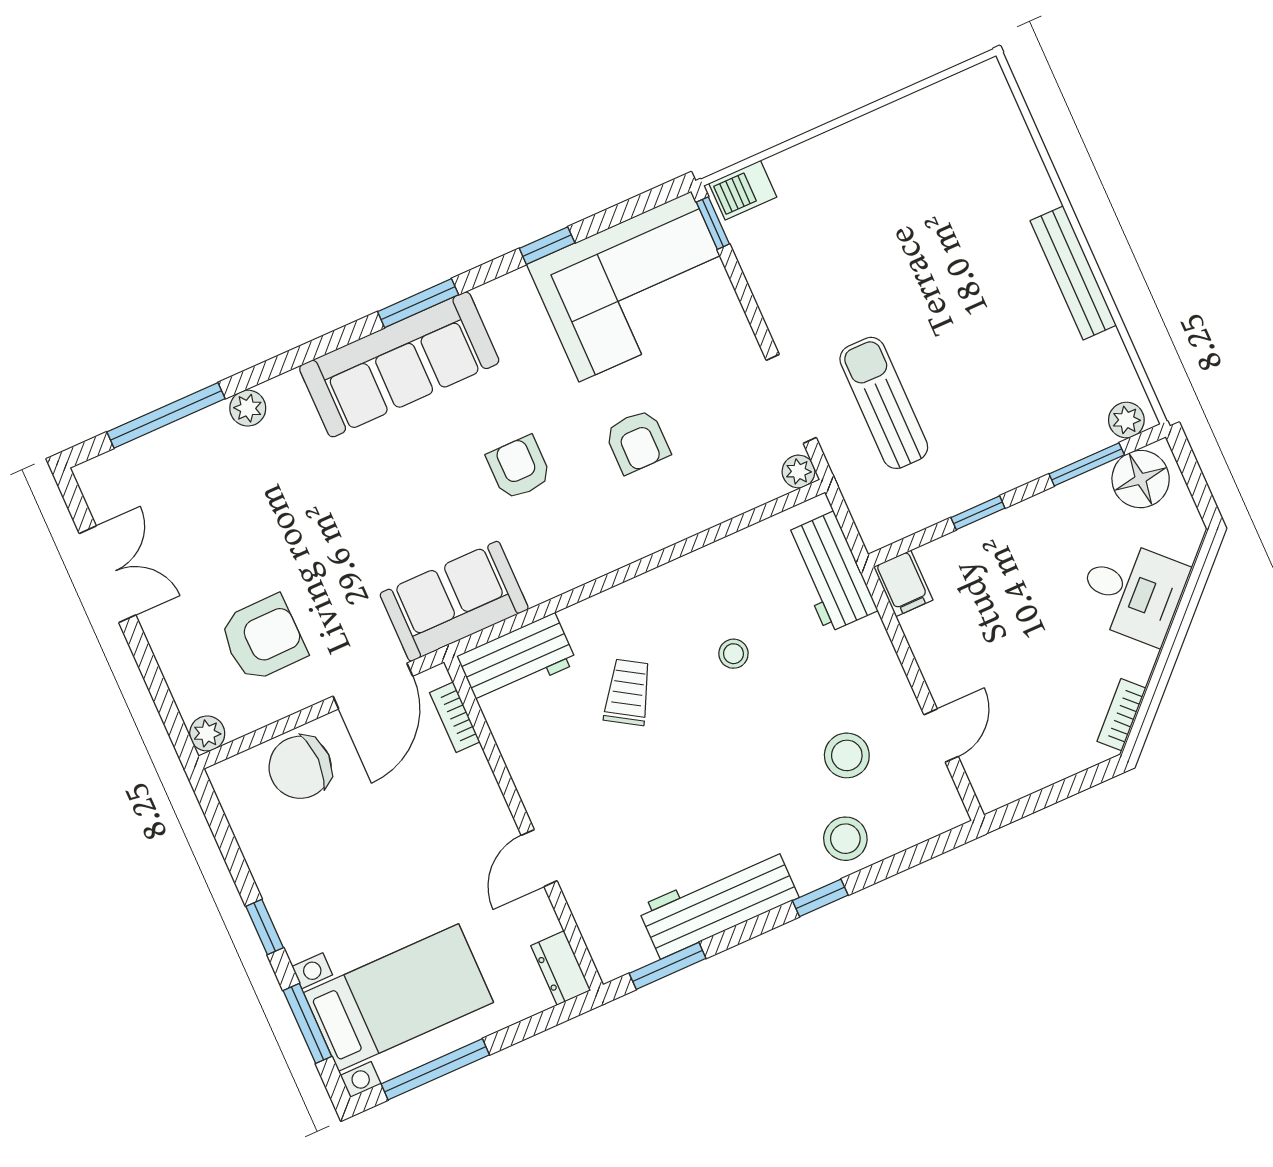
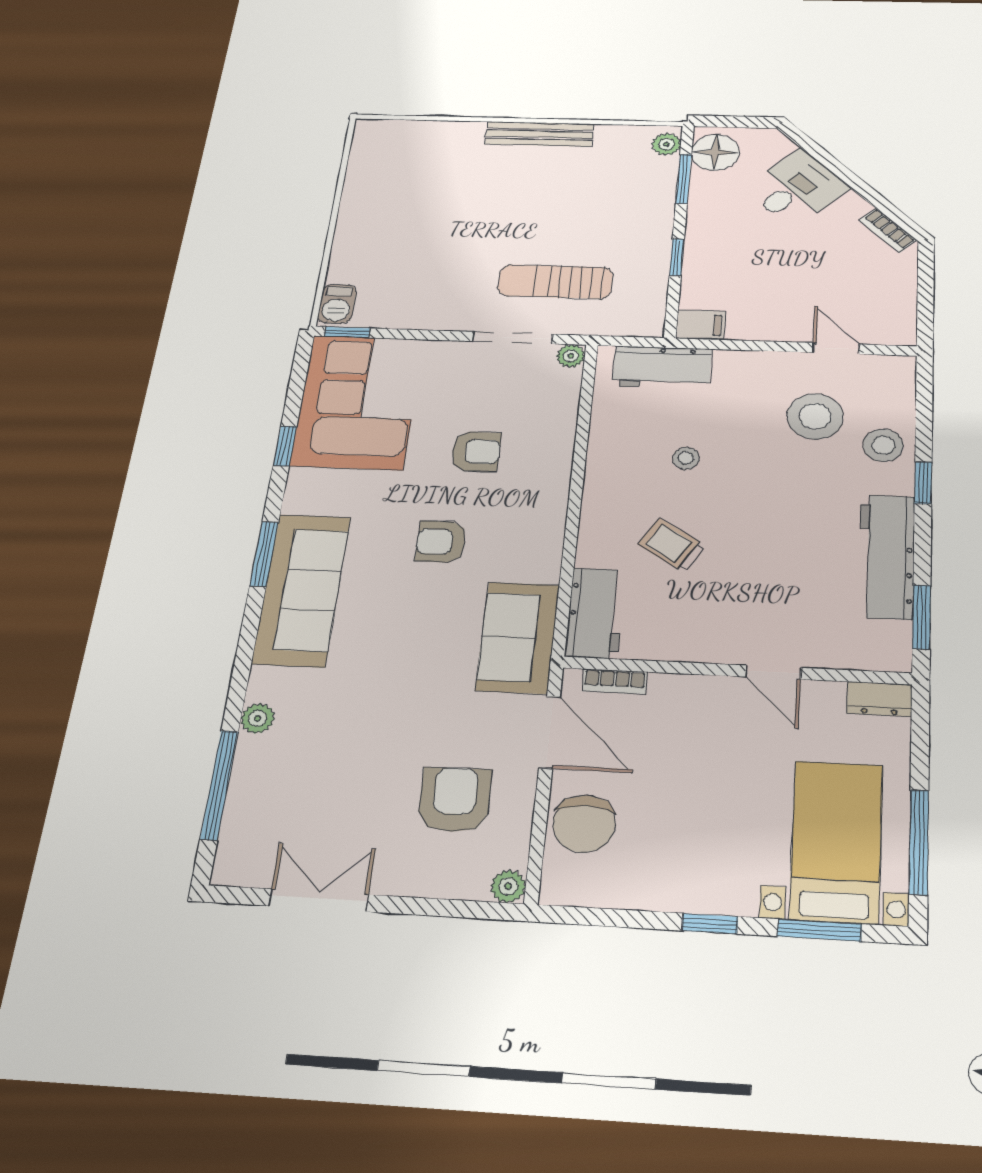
stool: (847, 755) -> (815, 416), width x1.38, depth x1.38

